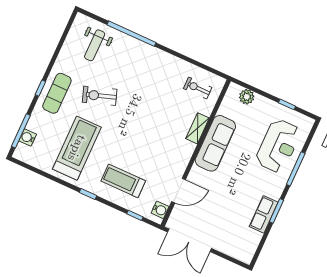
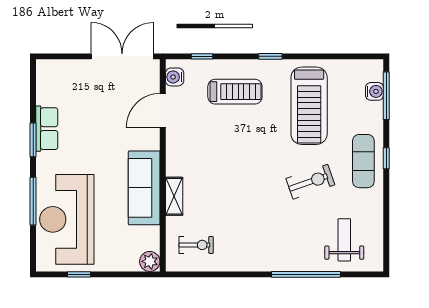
plant: (247, 97) -> (150, 261), moved
reception desk: (278, 146) -> (67, 219), width x1.36, depth x1.30

